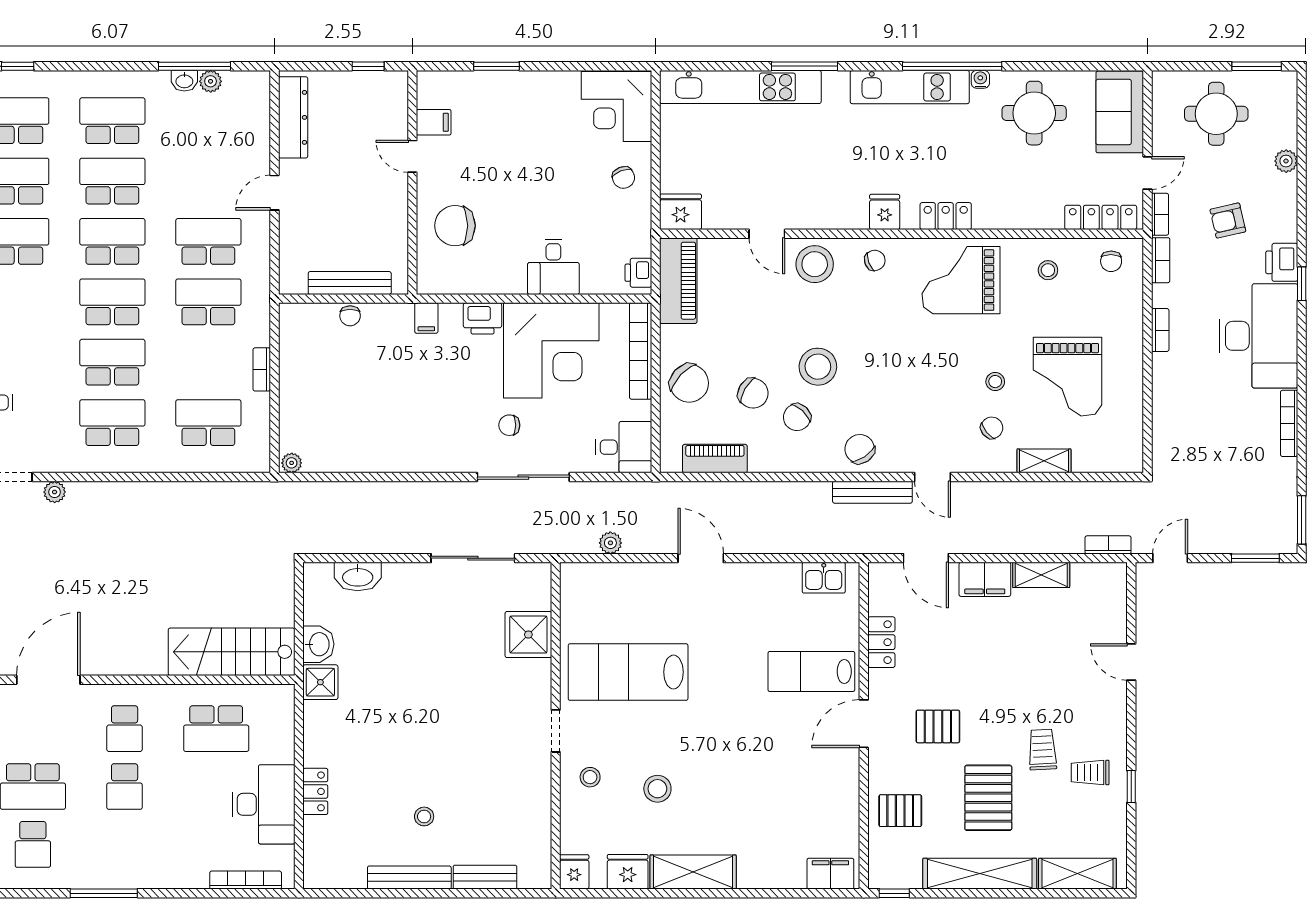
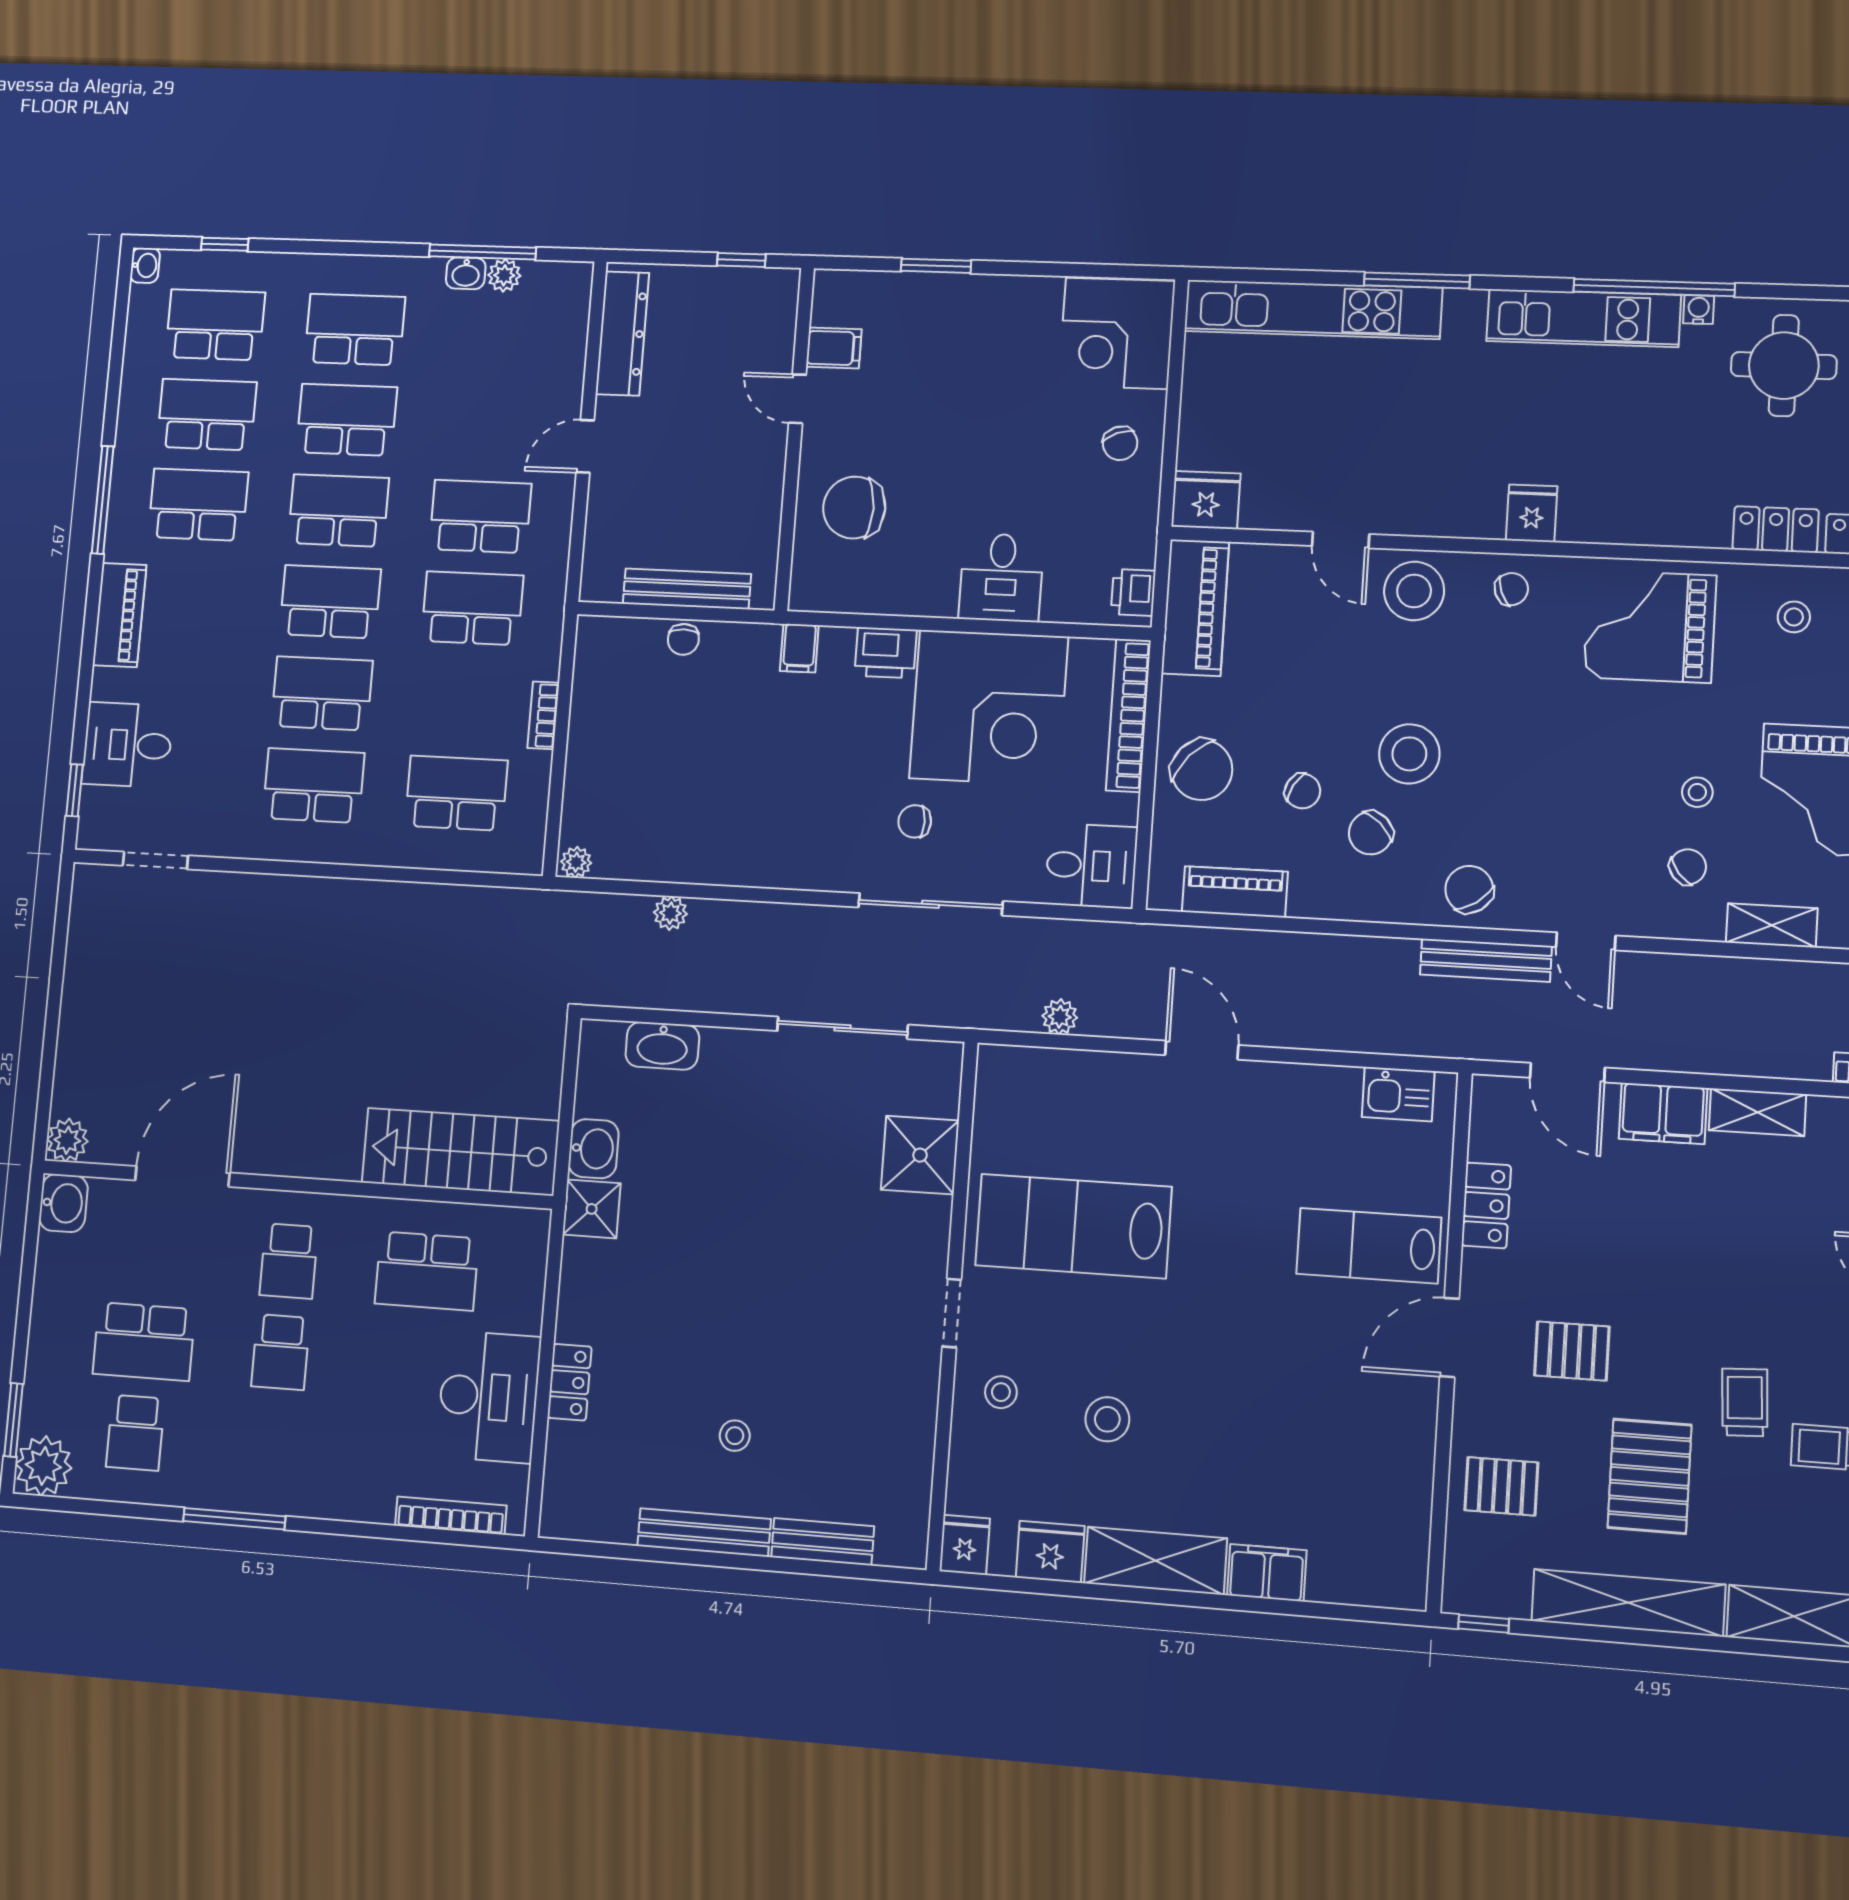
locker: (946, 216) -> (1776, 529), moved
chair: (753, 393) -> (1303, 791), width x0.73, depth x0.73
plant: (55, 492) -> (670, 913), moved
filing cabinet: (830, 874) -> (1267, 1573), moved

